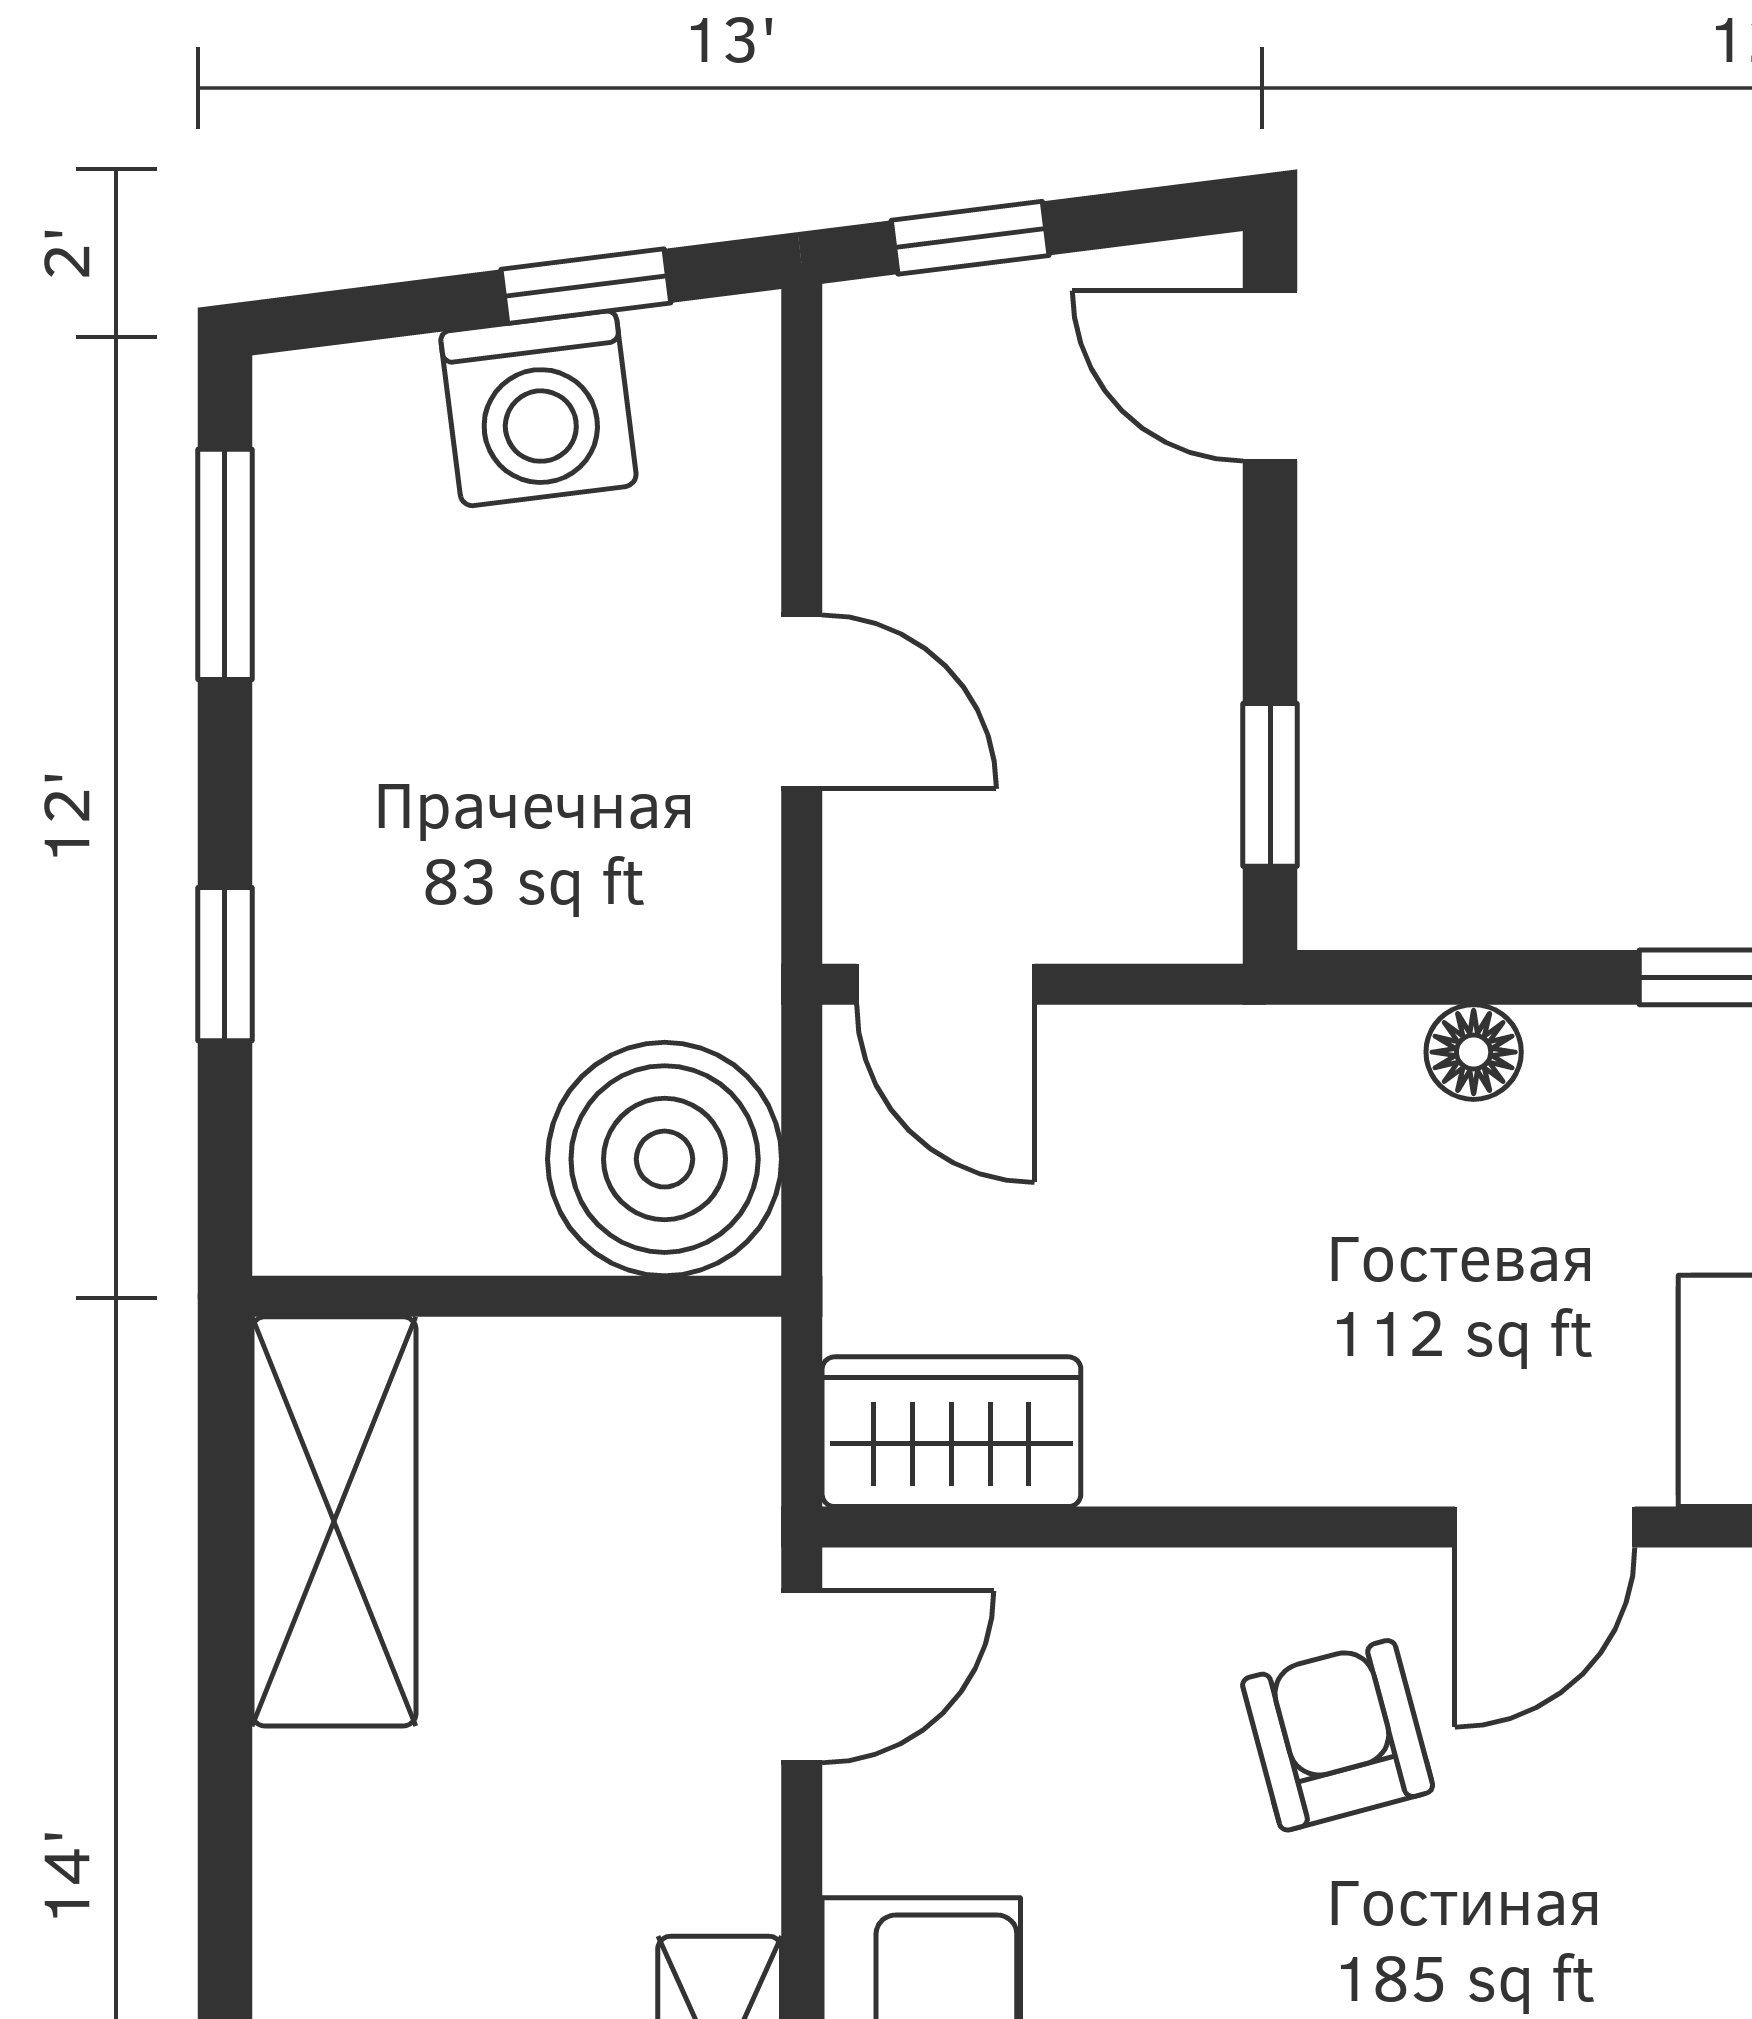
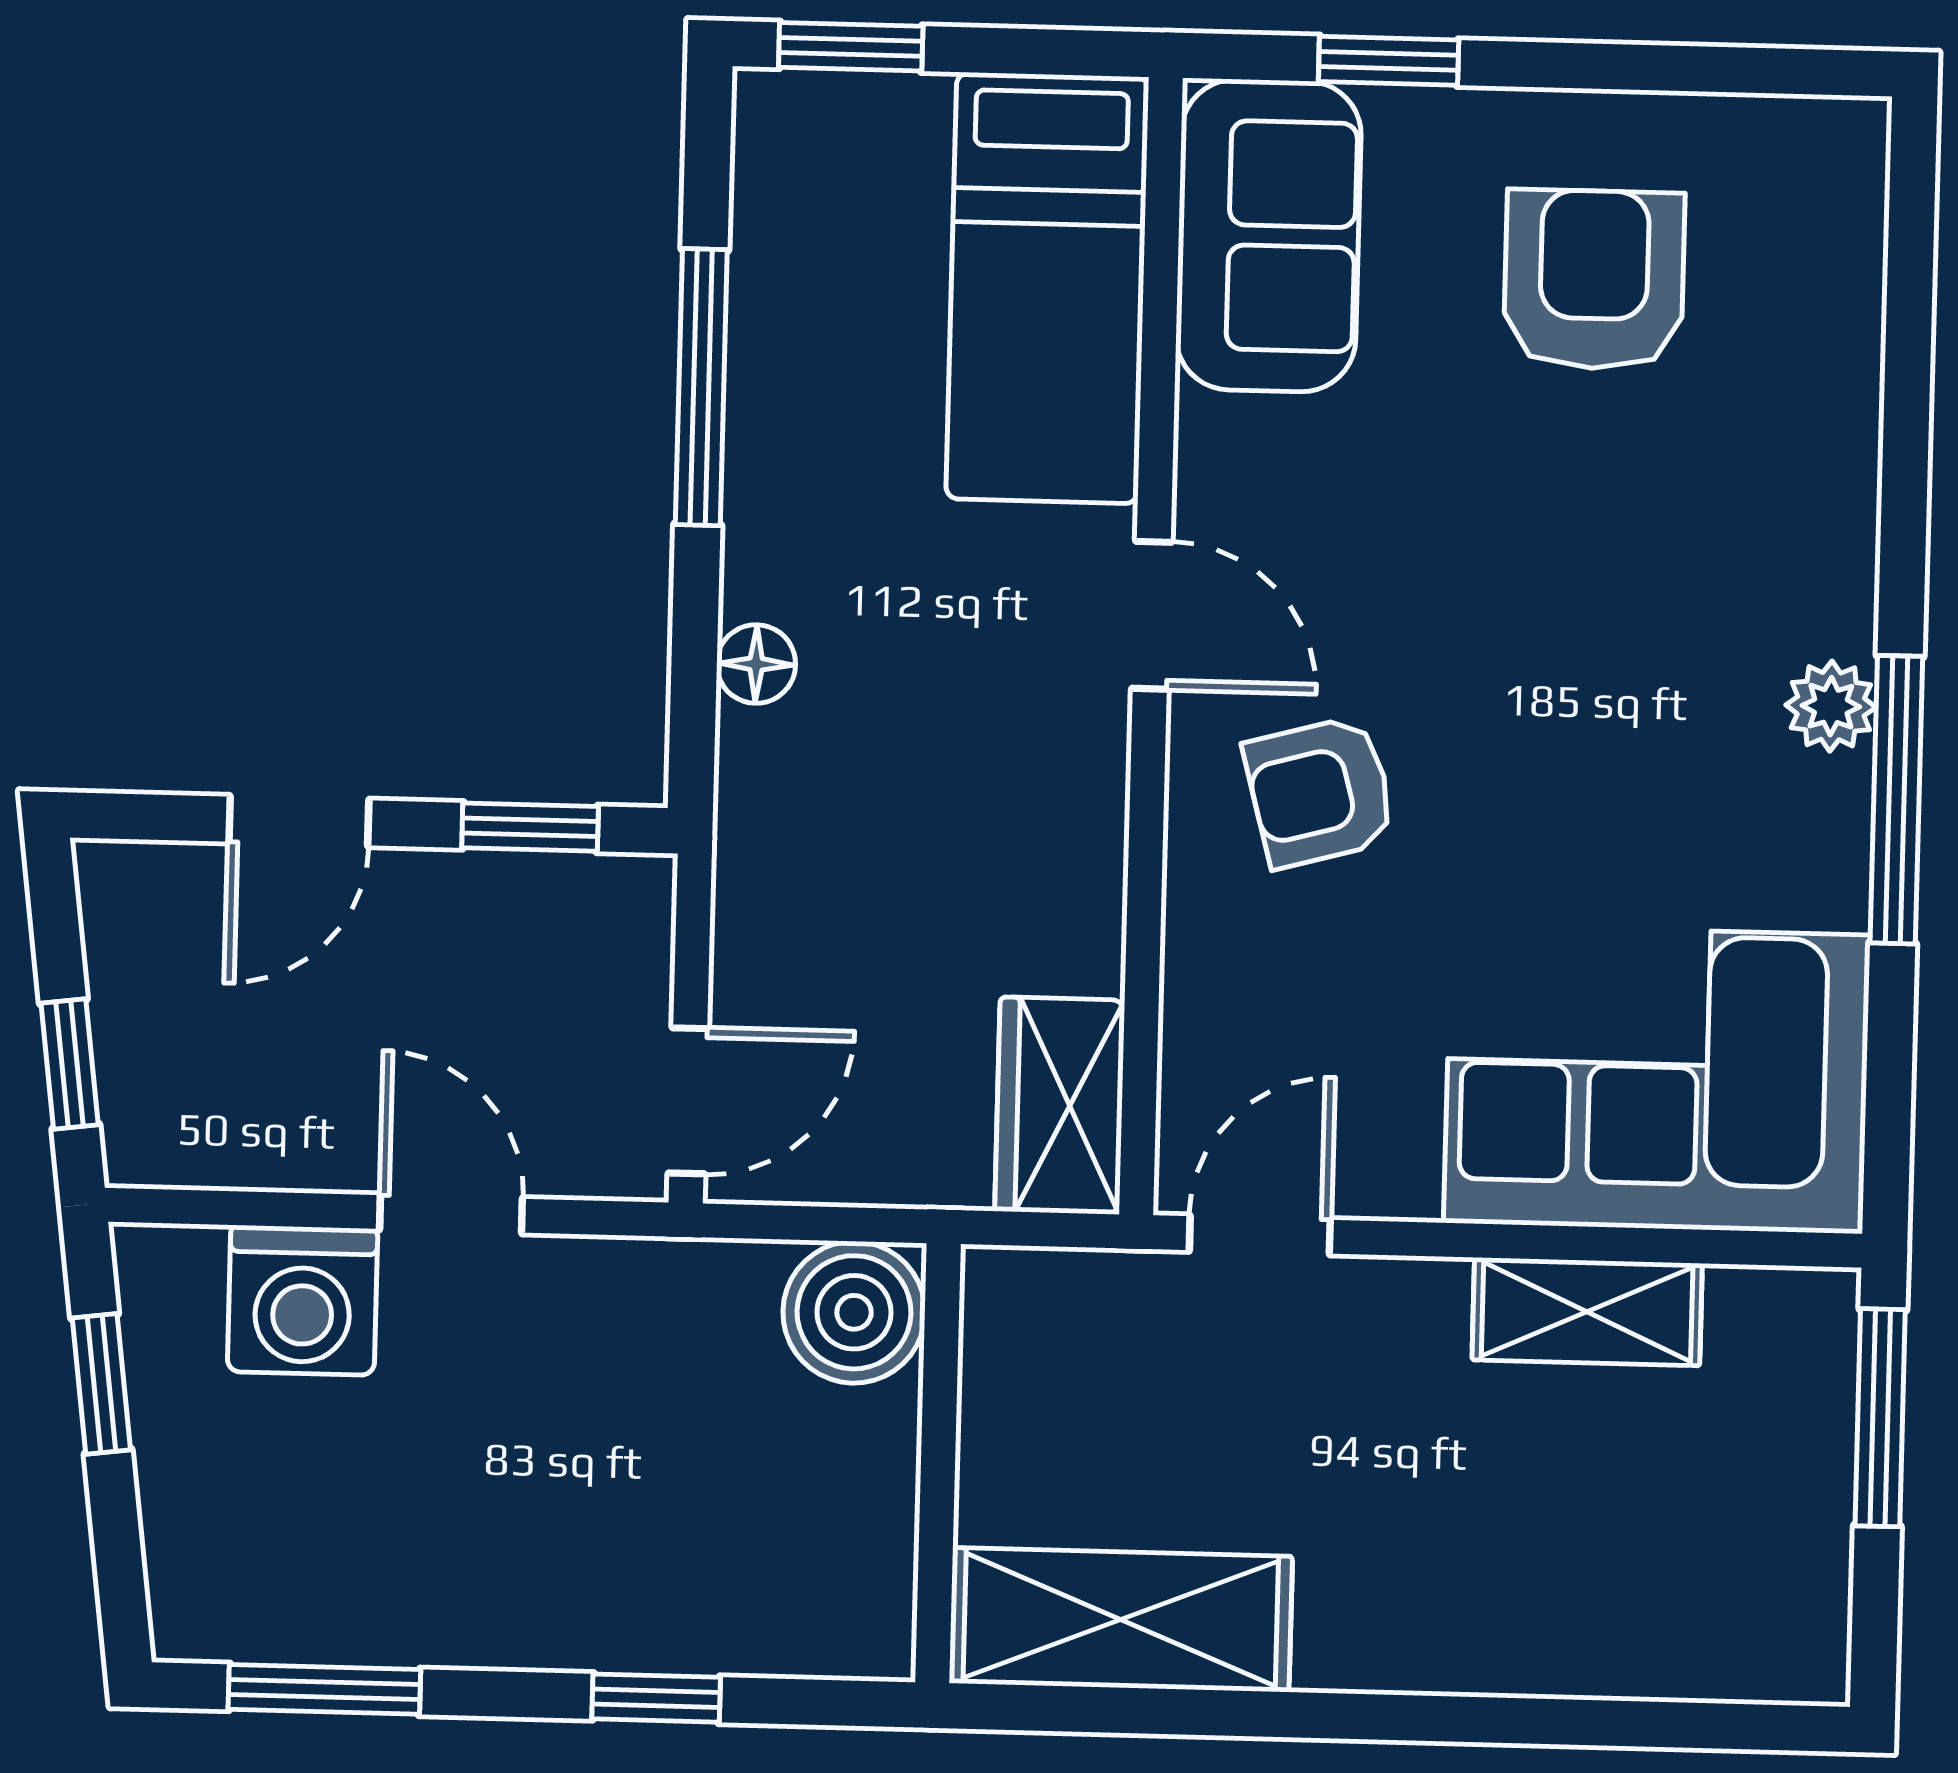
door: (1270, 376) -> (299, 821), moved
washing machine: (539, 409) -> (302, 1300), moved, turned 97
door: (802, 702) -> (451, 1214), hinge flipped
boiler: (665, 1159) -> (854, 1312), width x0.73, depth x0.73
door: (802, 1677) -> (1260, 1235), hinge flipped

